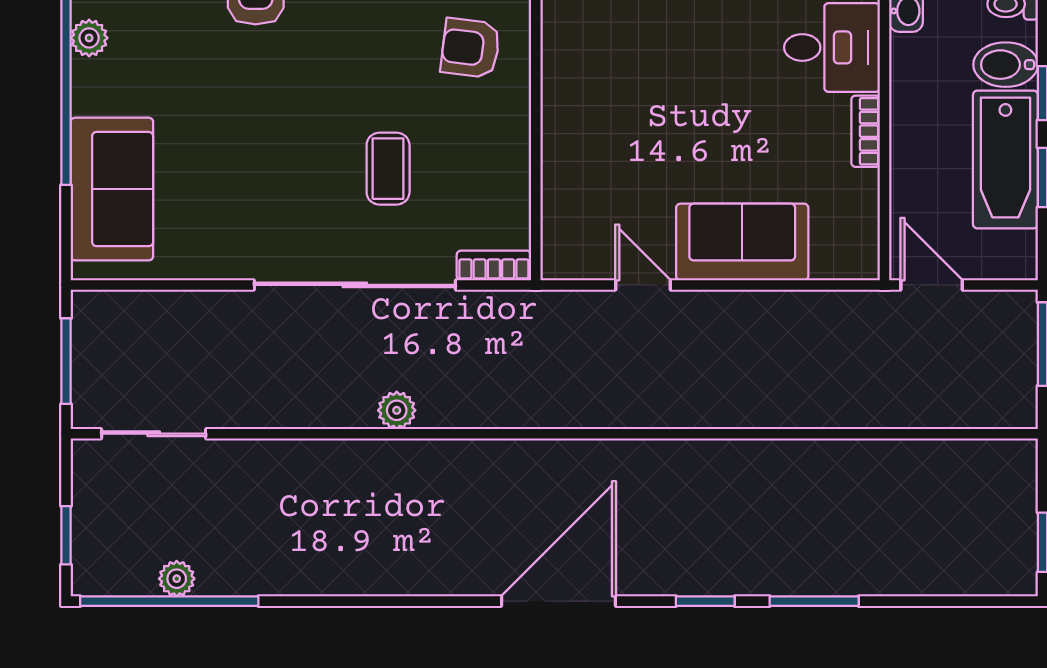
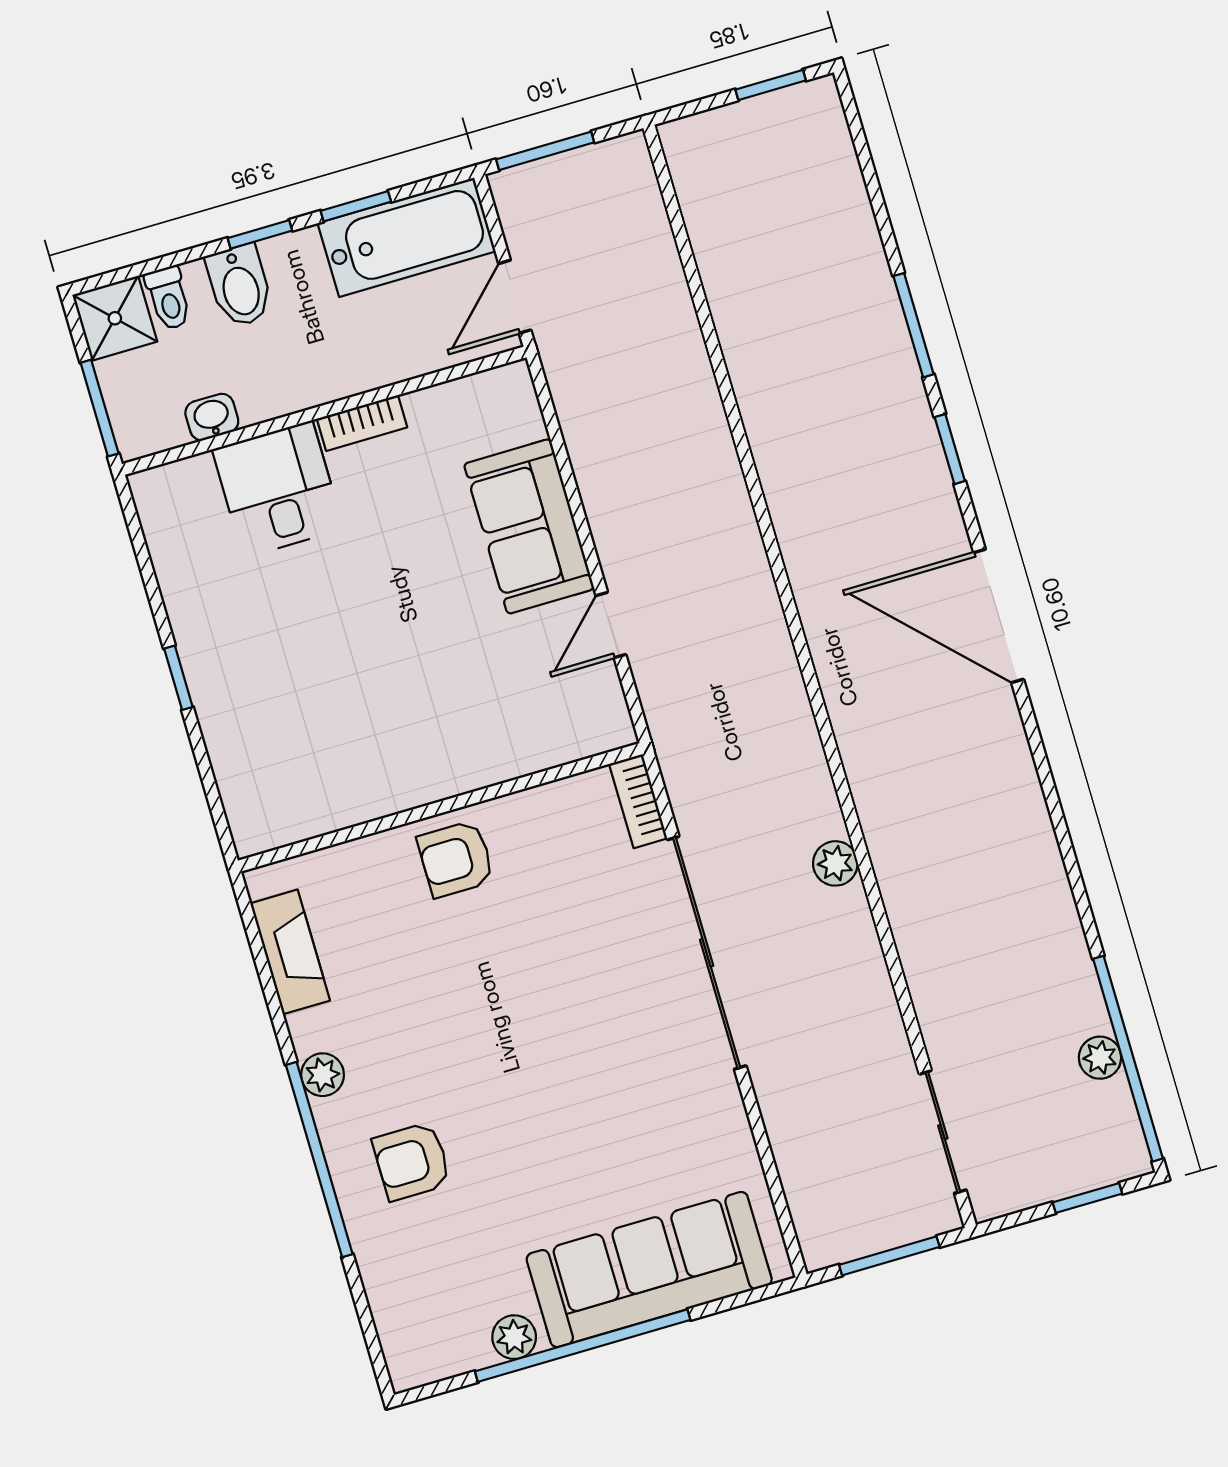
armchair: (470, 48) -> (456, 859), moved, turned 83
bathtub: (1005, 160) -> (407, 237), moved
coffee table: (388, 169) -> (563, 954), removed
sofa: (112, 189) -> (649, 1269), width x1.36

